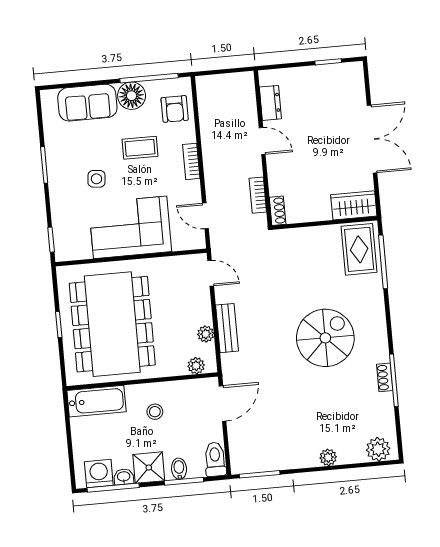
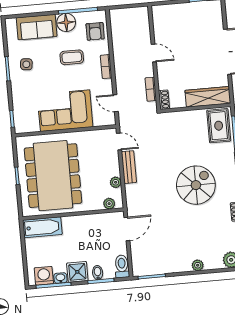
dresser: (270, 103) -> (159, 27), removed
side table: (96, 179) -> (26, 64), moved
wardrobe: (354, 205) -> (208, 97), width x1.50
bench: (227, 328) -> (129, 167), moved
stool: (155, 412) -> (81, 234), removed

